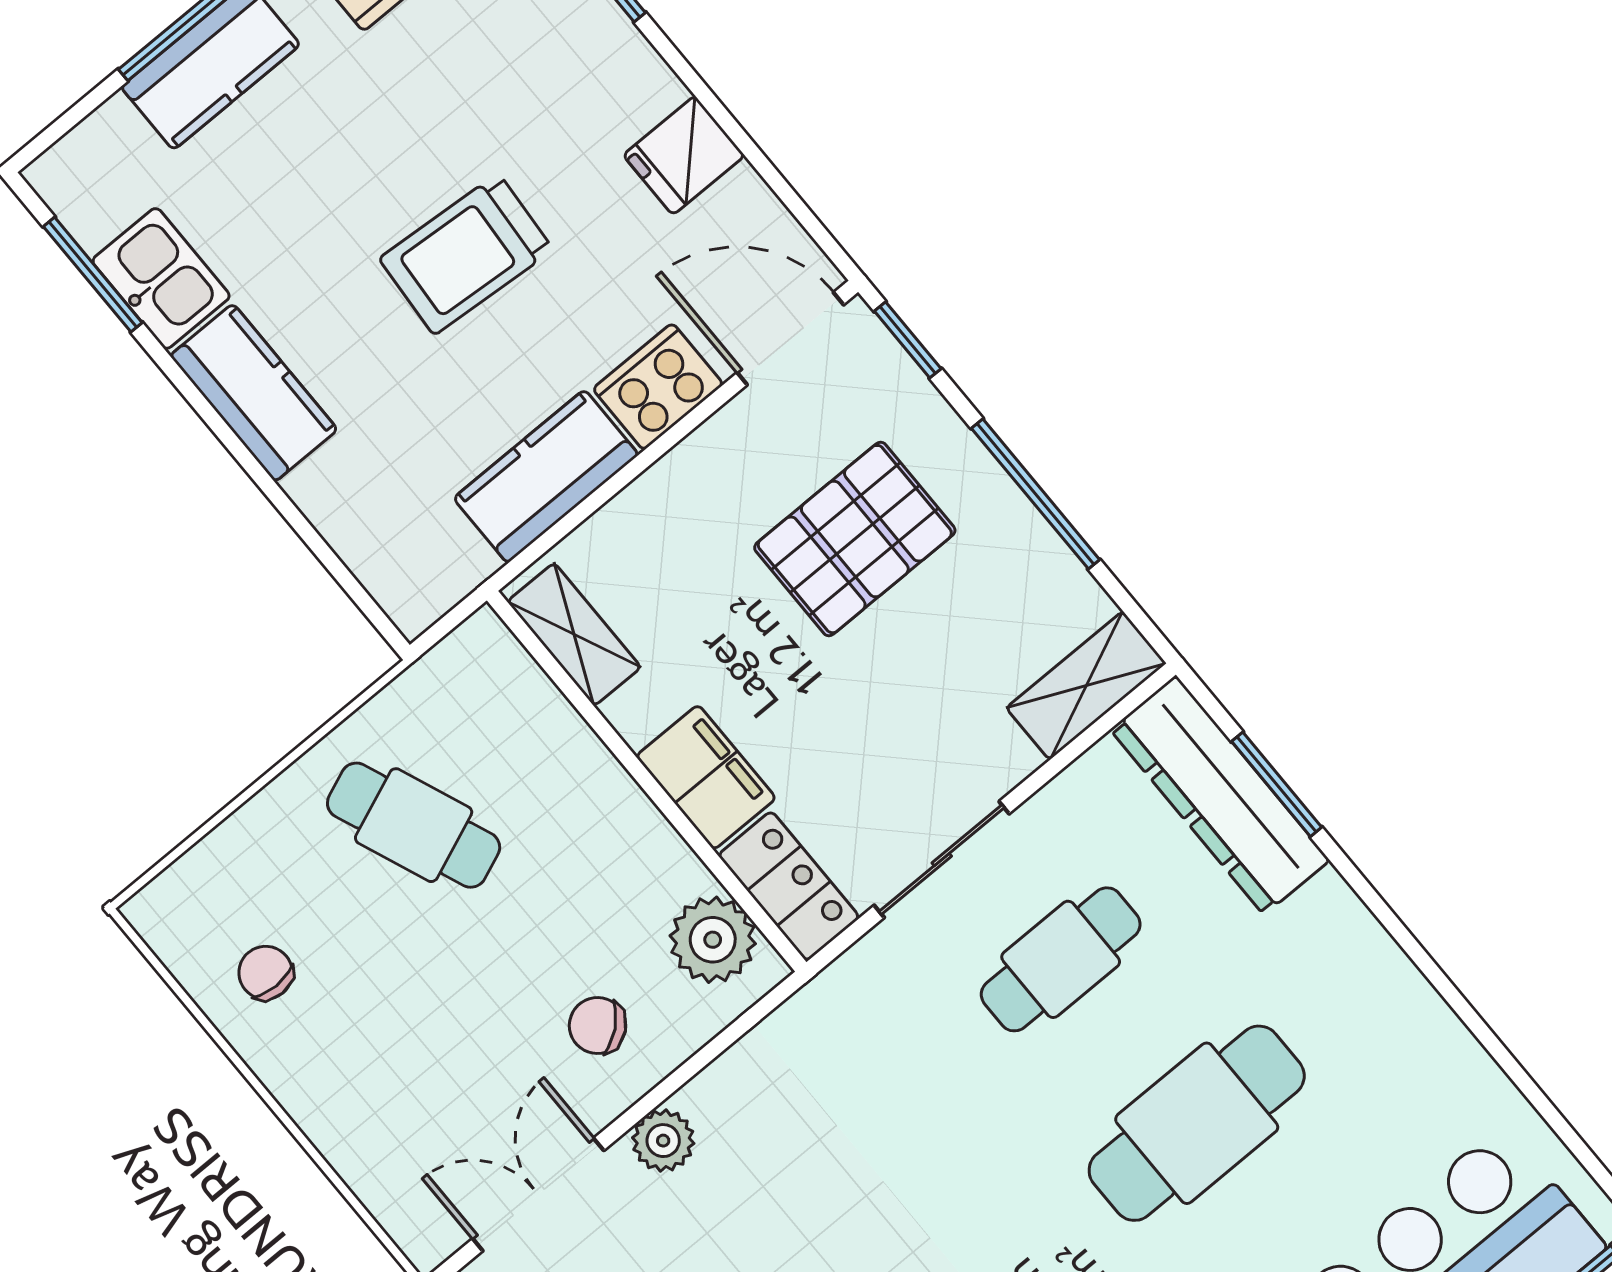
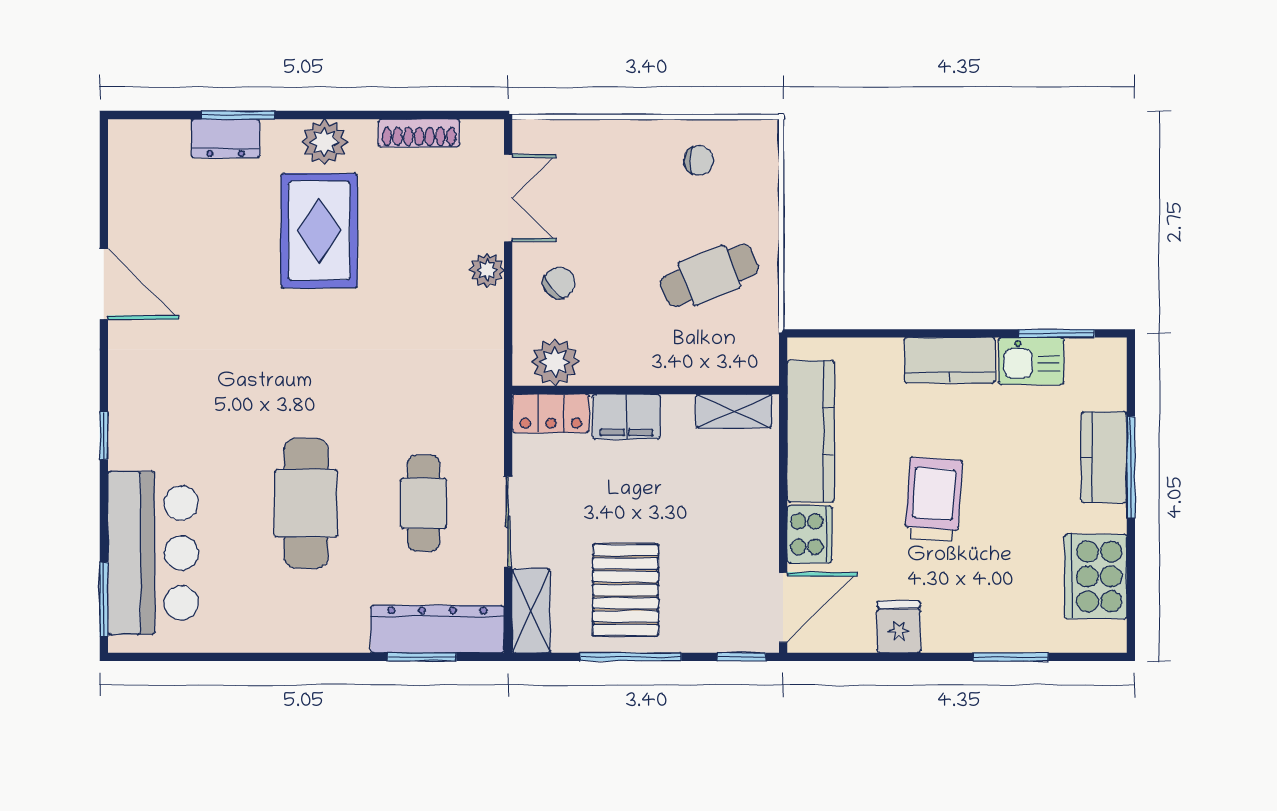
kitchen counter: (546, 476) -> (811, 431), width x1.50
pallet: (855, 539) -> (626, 590), moved
sliding door: (942, 860) -> (508, 522), moved

